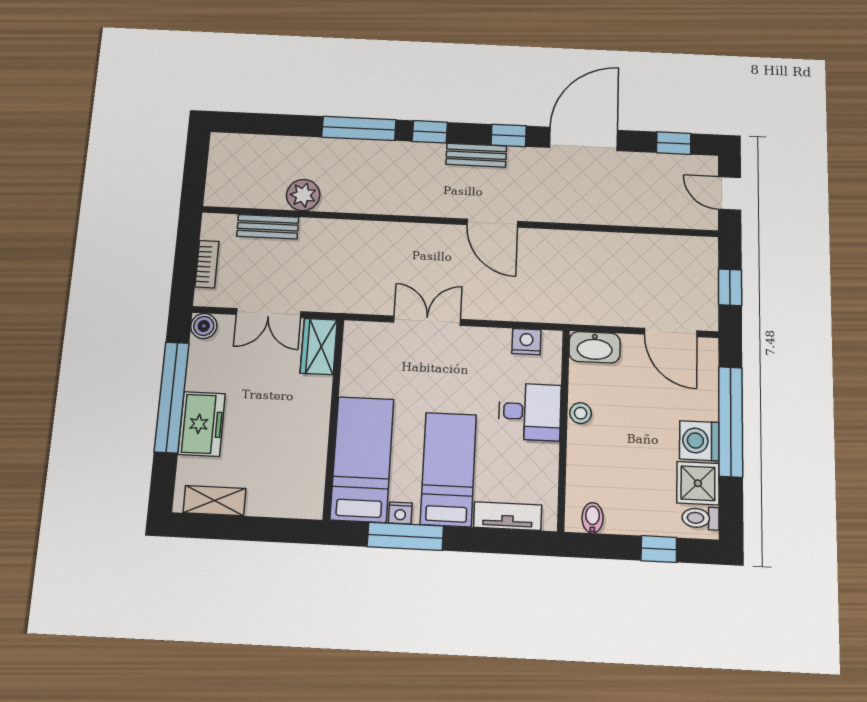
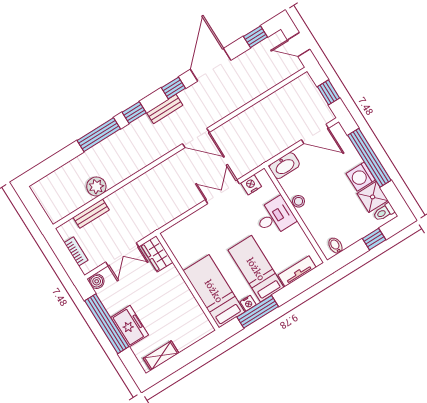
double door: (427, 321) -> (222, 192), moved

